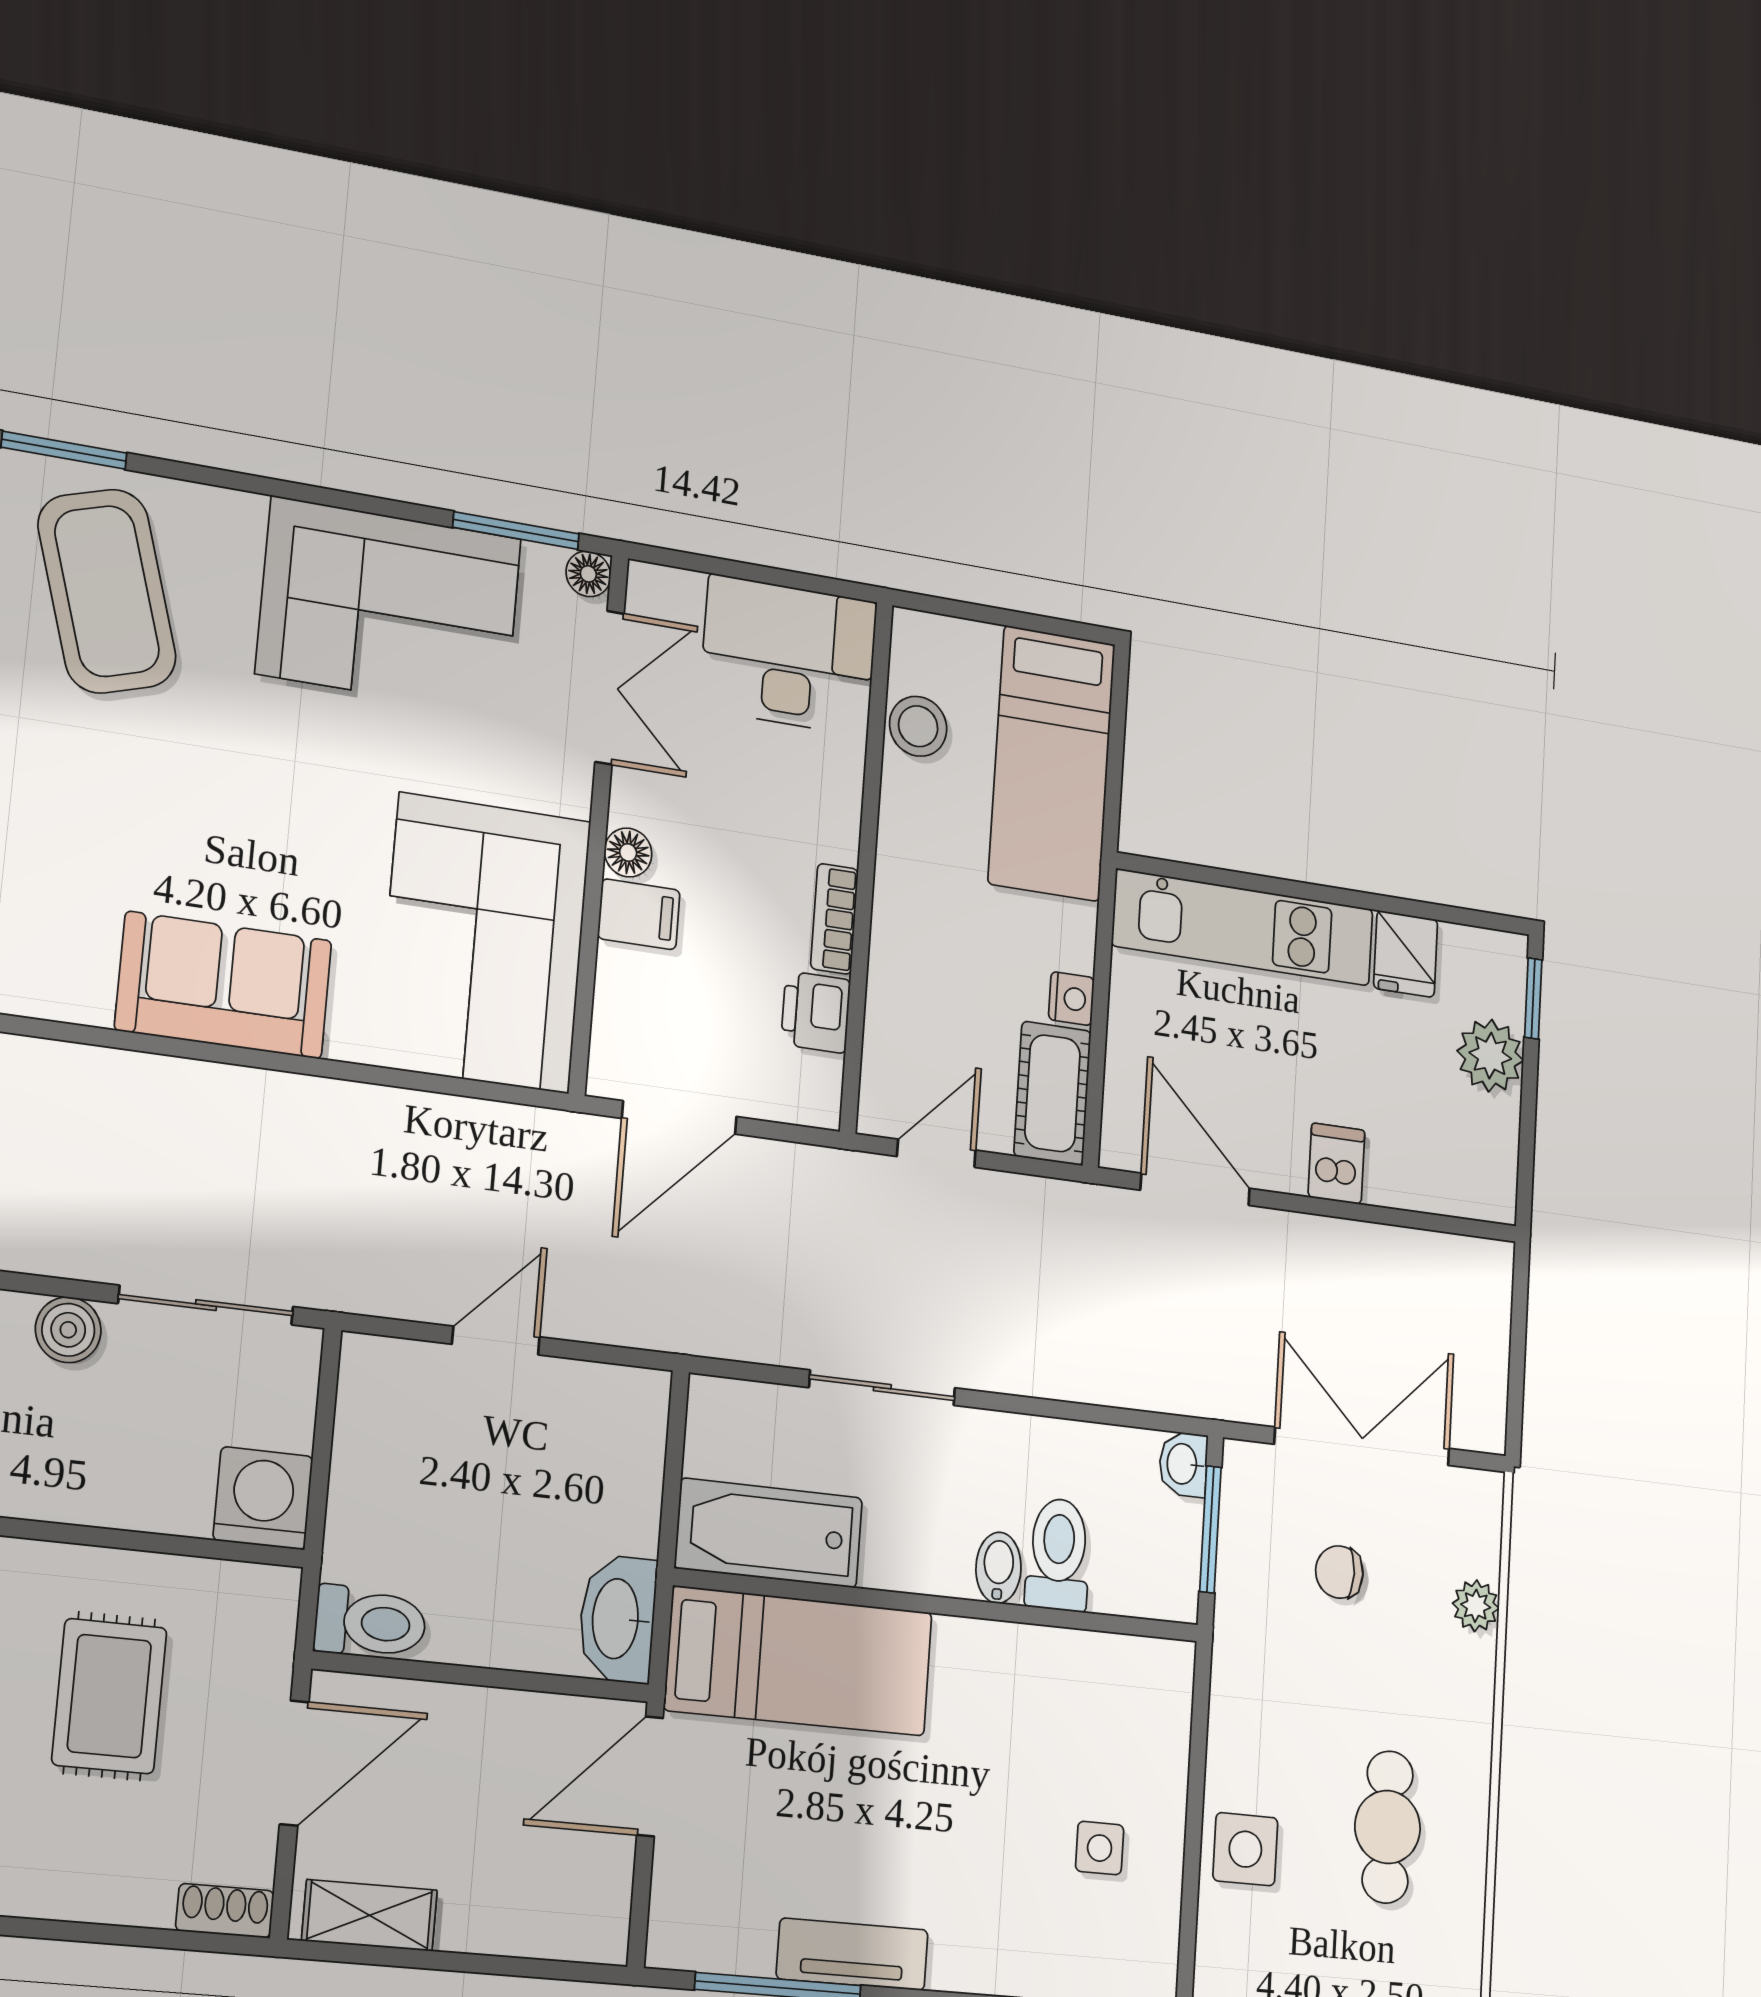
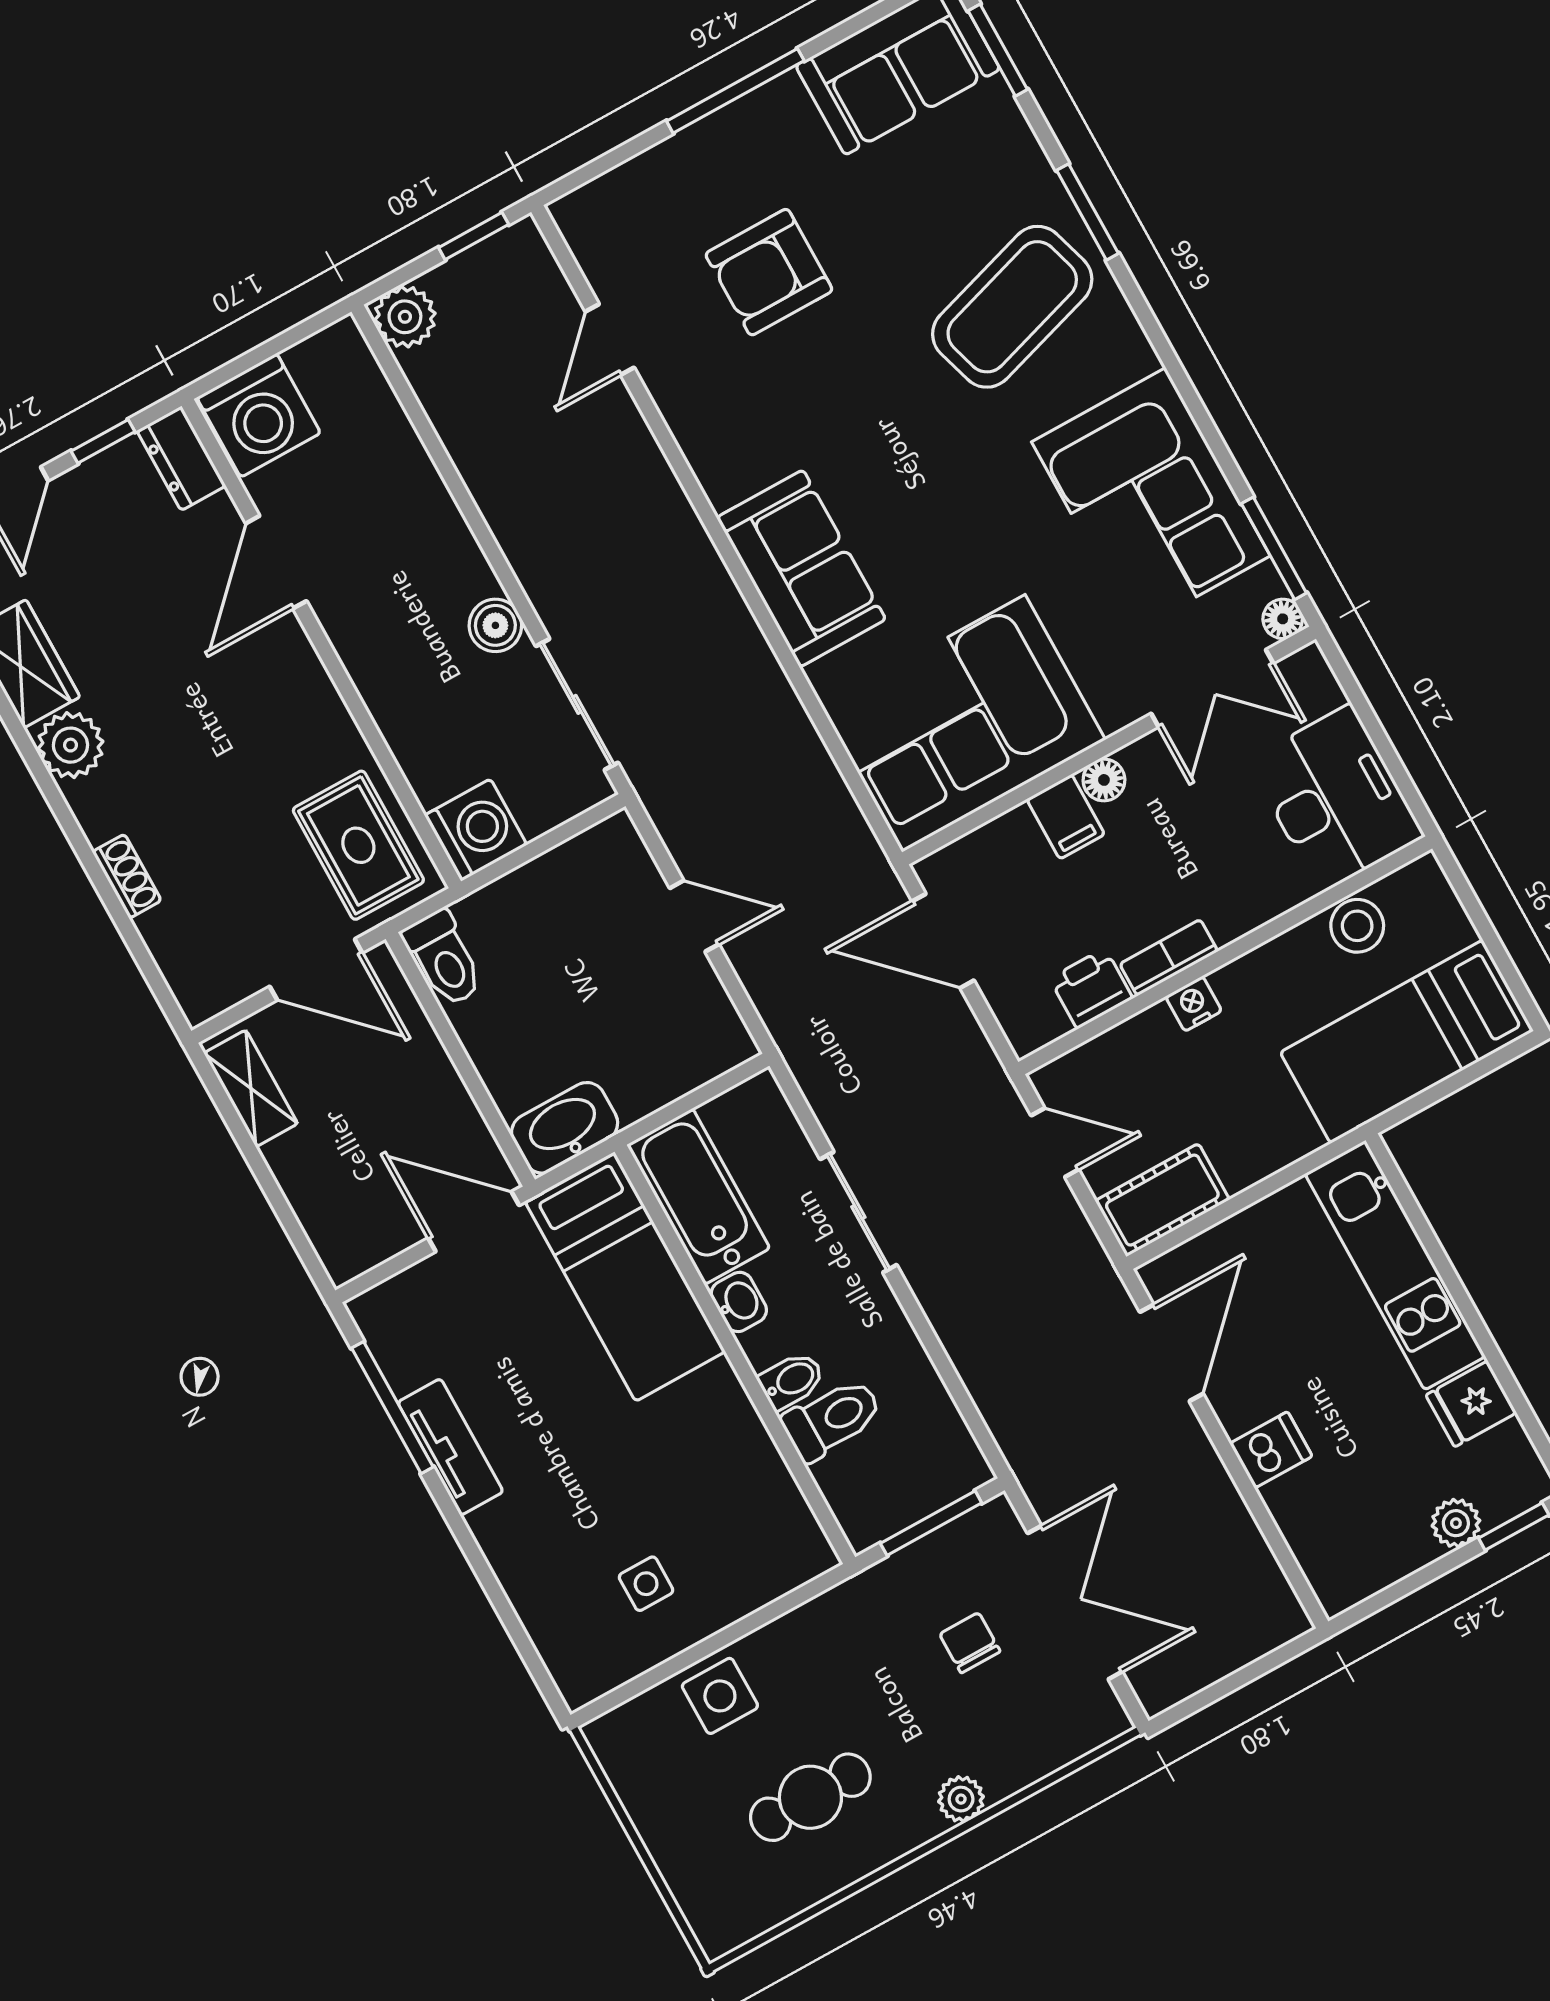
nightstand: (1071, 999) -> (1194, 1004), moved, turned 180
plant: (1490, 1056) -> (1456, 1523), width x0.73, depth x0.73
washbasin: (1183, 1464) -> (739, 1302), moved, turned 90
plant: (1476, 1606) -> (961, 1799), moved
rug: (109, 1696) -> (358, 845), moved, turned 90
shoe rack: (225, 1911) -> (127, 876), moved

